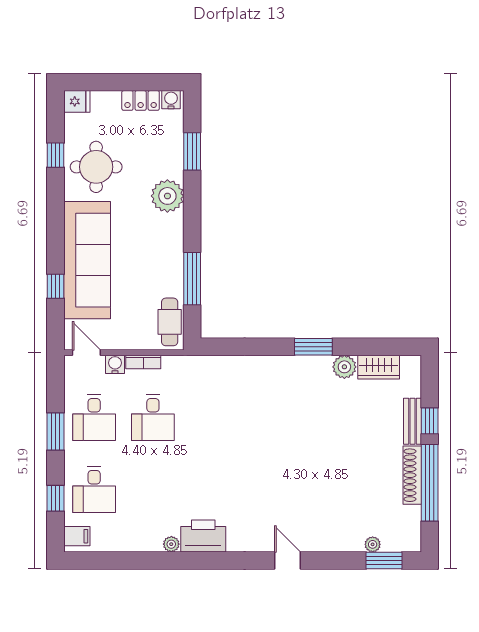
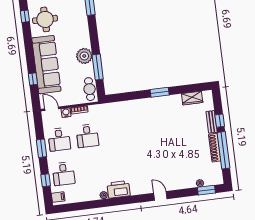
plant: (167, 196) -> (84, 56), moved
plant: (344, 367) -> (176, 100), removed

